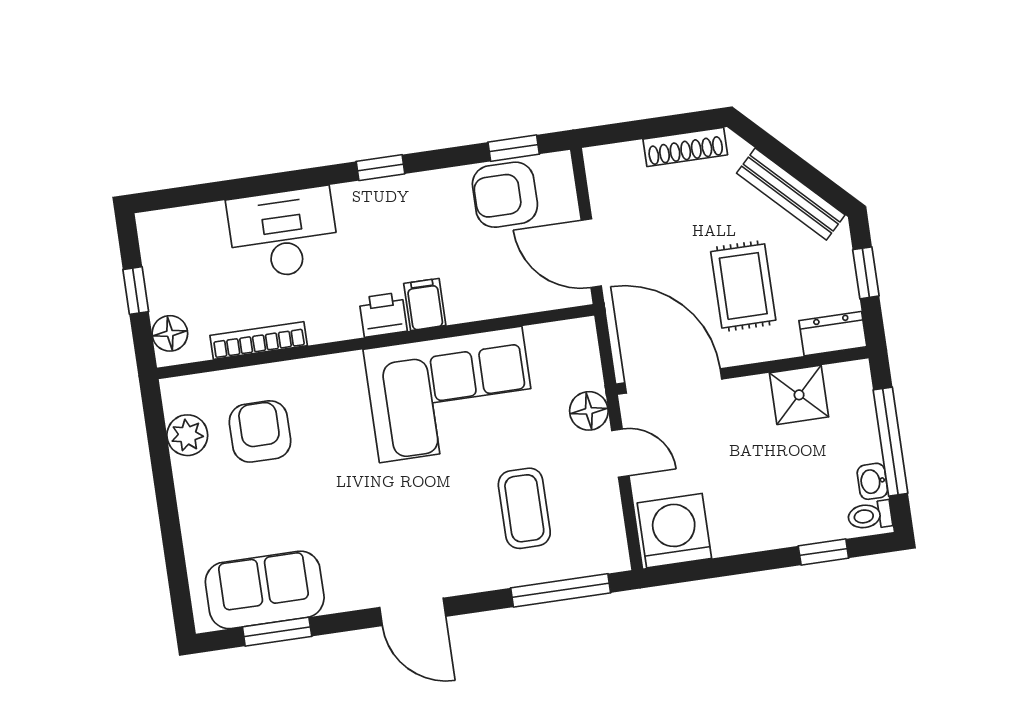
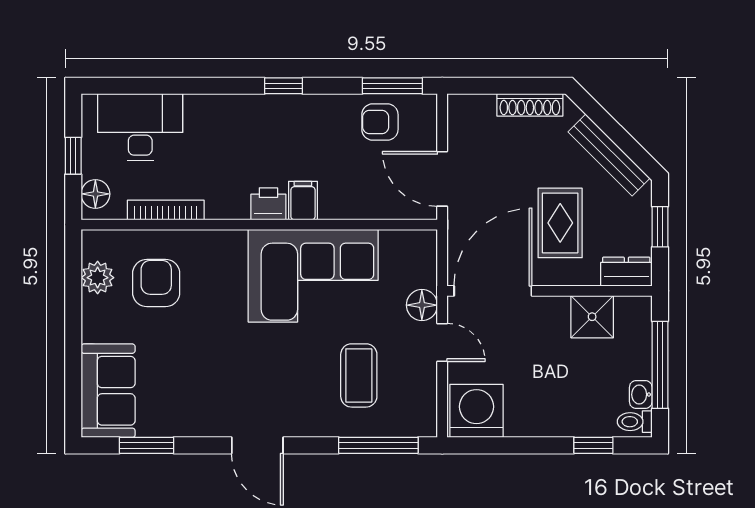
window: (514, 148) -> (392, 86), width x1.50
armchair: (505, 195) -> (380, 122), width x0.72, depth x0.72
desk: (283, 233) -> (140, 127), moved
door: (673, 381) -> (493, 291), hinge flipped
sofa: (265, 590) -> (108, 391), moved, turned 90

